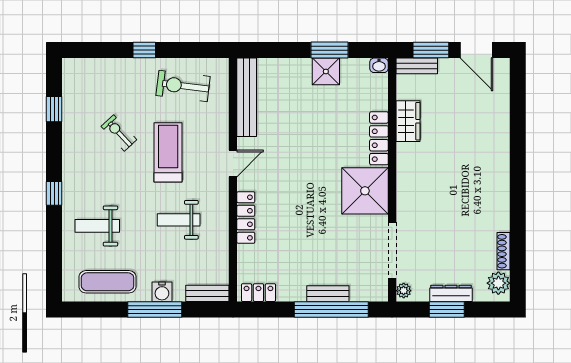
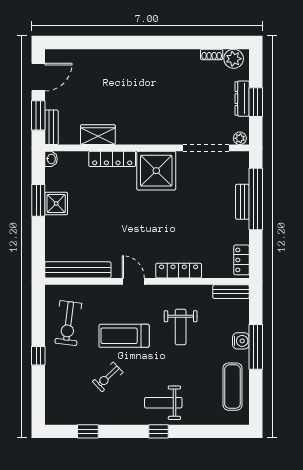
weight bench: (97, 226) -> (163, 403), moved, turned 90
shoe rack: (504, 251) -> (212, 54), width x0.70
bench: (207, 293) -> (231, 292), moved, turned 90

